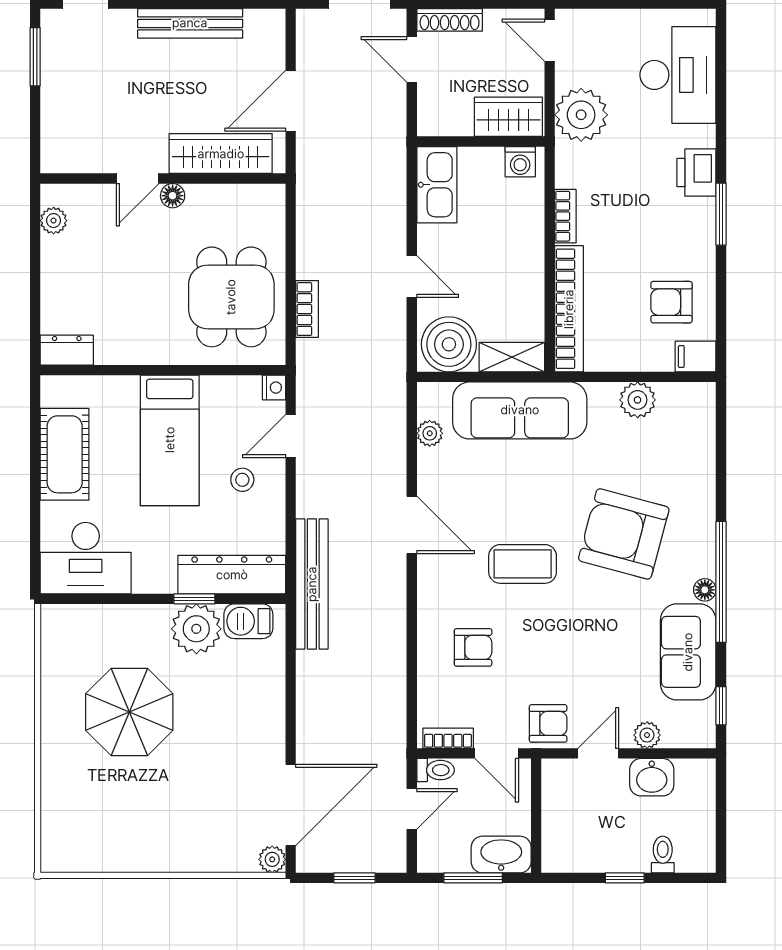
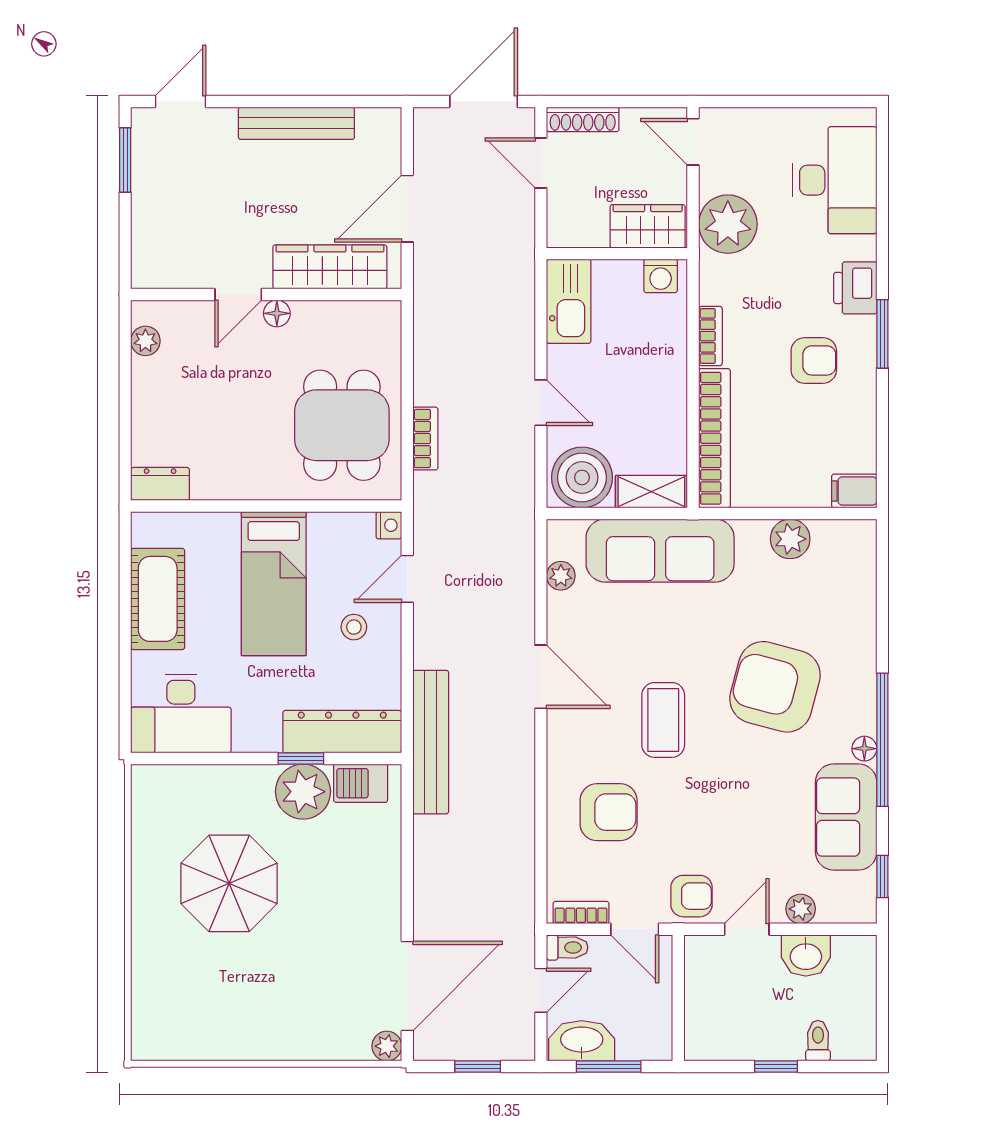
armchair: (671, 302) -> (814, 360), moved, turned 180
coffee table: (523, 564) -> (663, 720), turned 90
armchair: (473, 647) -> (609, 812), width x1.38, depth x1.38
washbasin: (501, 855) -> (582, 1041), moved

